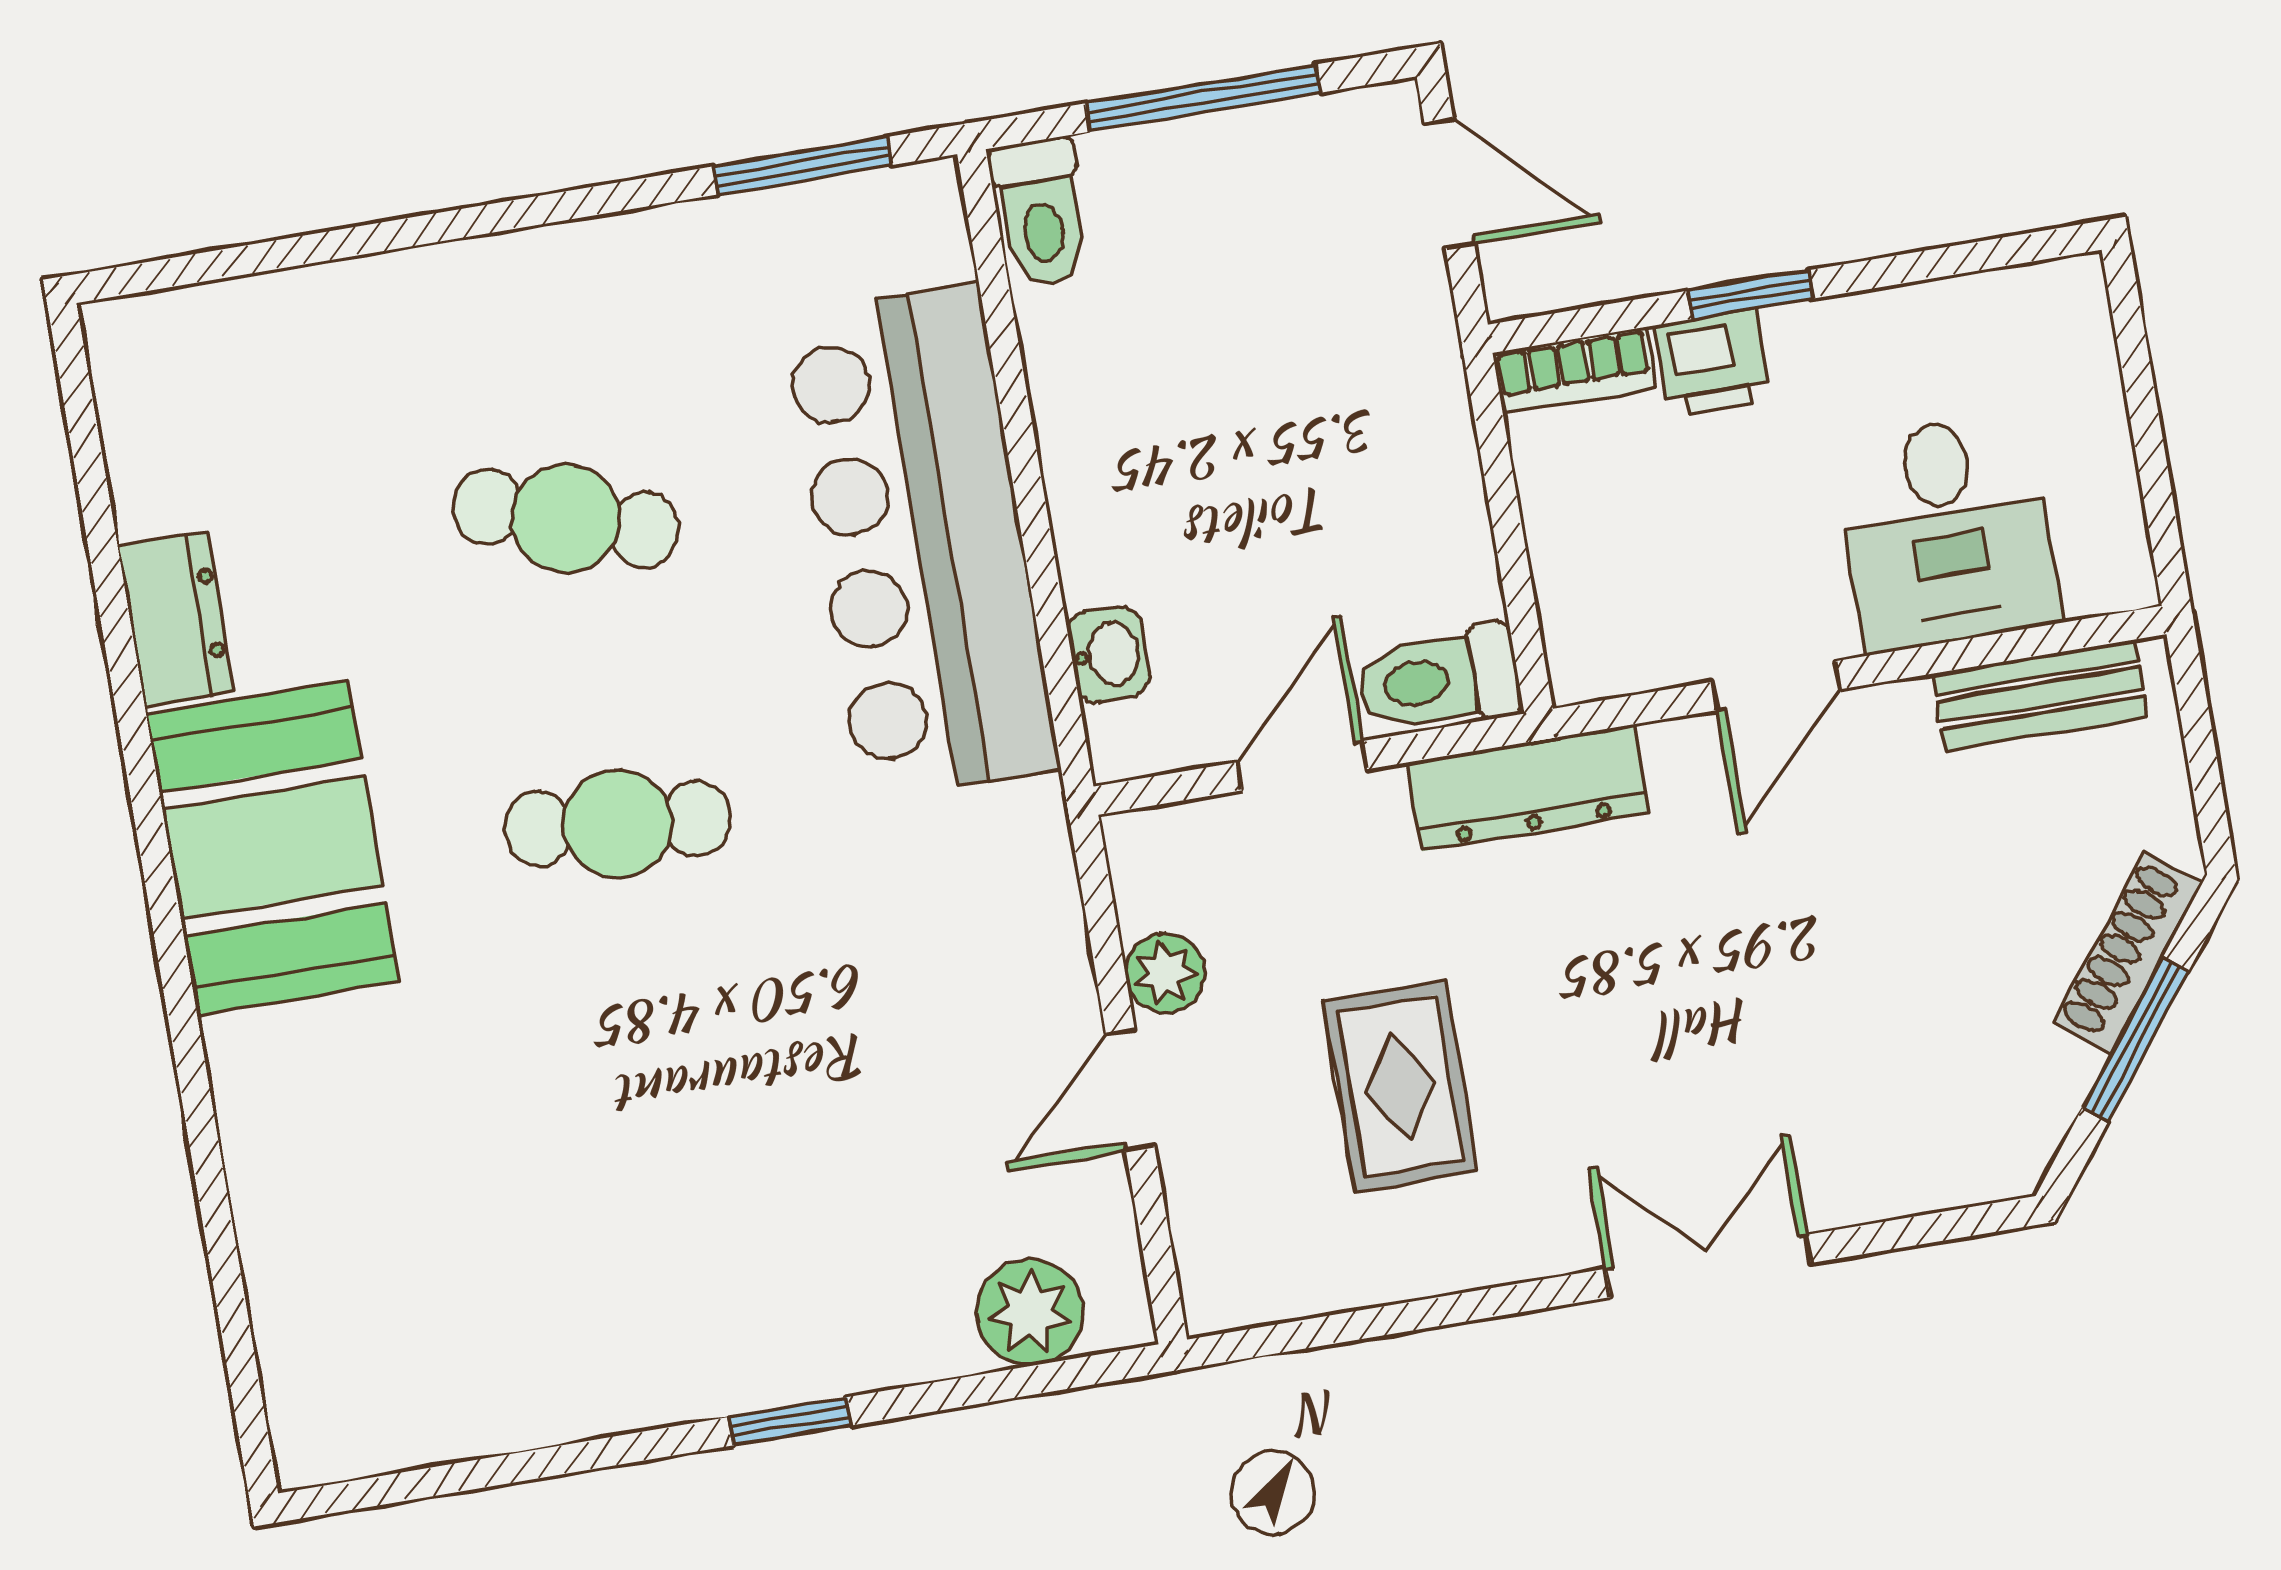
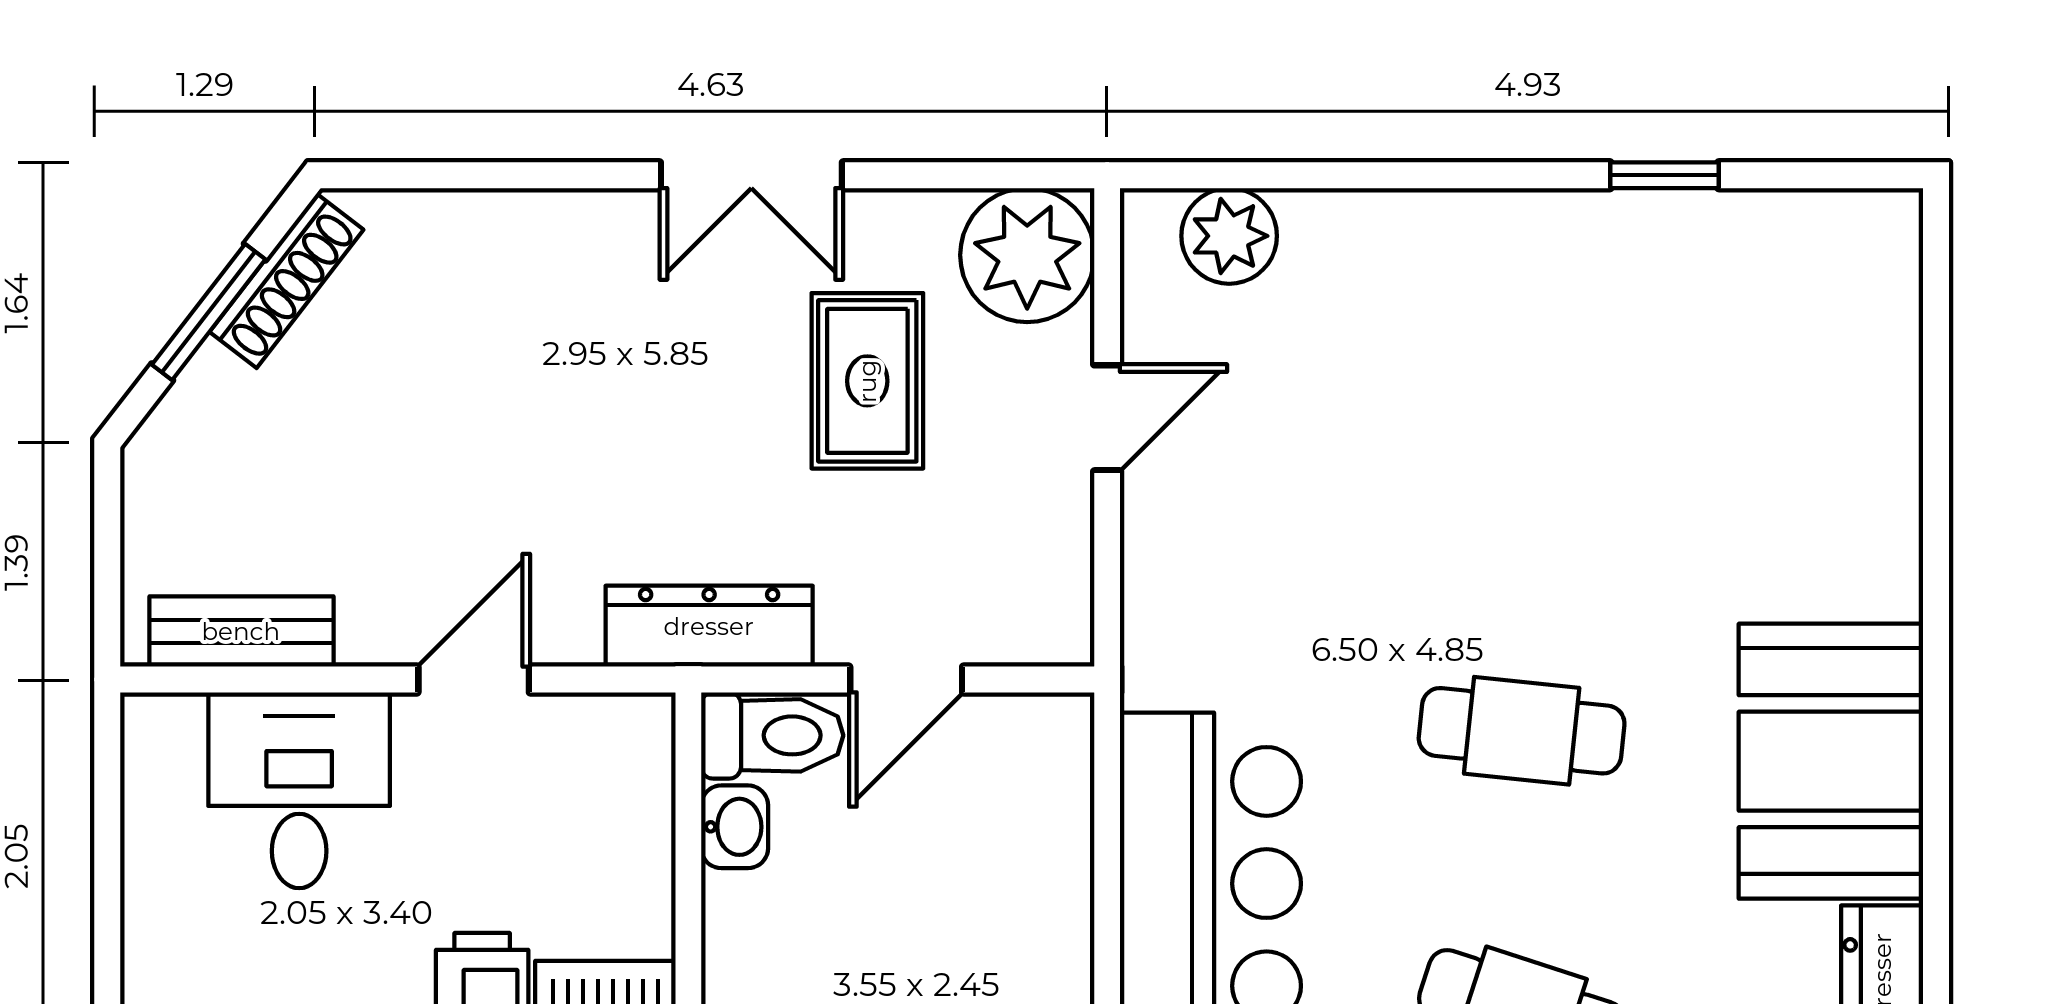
washbasin: (1109, 654) -> (735, 827), moved, turned 180
shoe rack: (2128, 953) -> (287, 281), moved
plant: (1165, 973) -> (1027, 255), moved, width x1.88, depth x1.88
double door: (1708, 1266) -> (751, 175), moved
window: (790, 1421) -> (1664, 175), moved

